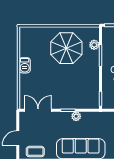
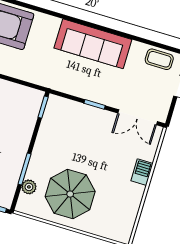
barbecue: (25, 65) -> (142, 172), moved
plant: (76, 116) -> (86, 92), removed

